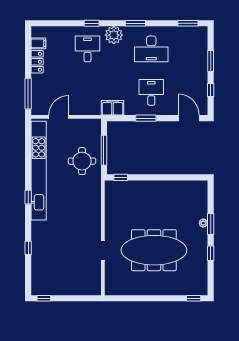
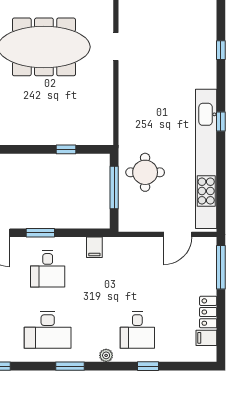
window: (92, 23) -> (148, 366), moved
plant: (114, 35) -> (106, 355), width x0.53, depth x0.53
desk: (151, 49) -> (48, 330), turned 180
filing cabinet: (113, 108) -> (94, 247), width x0.50
window: (146, 118) -> (40, 233), moved
window: (121, 177) -> (66, 149), moved

